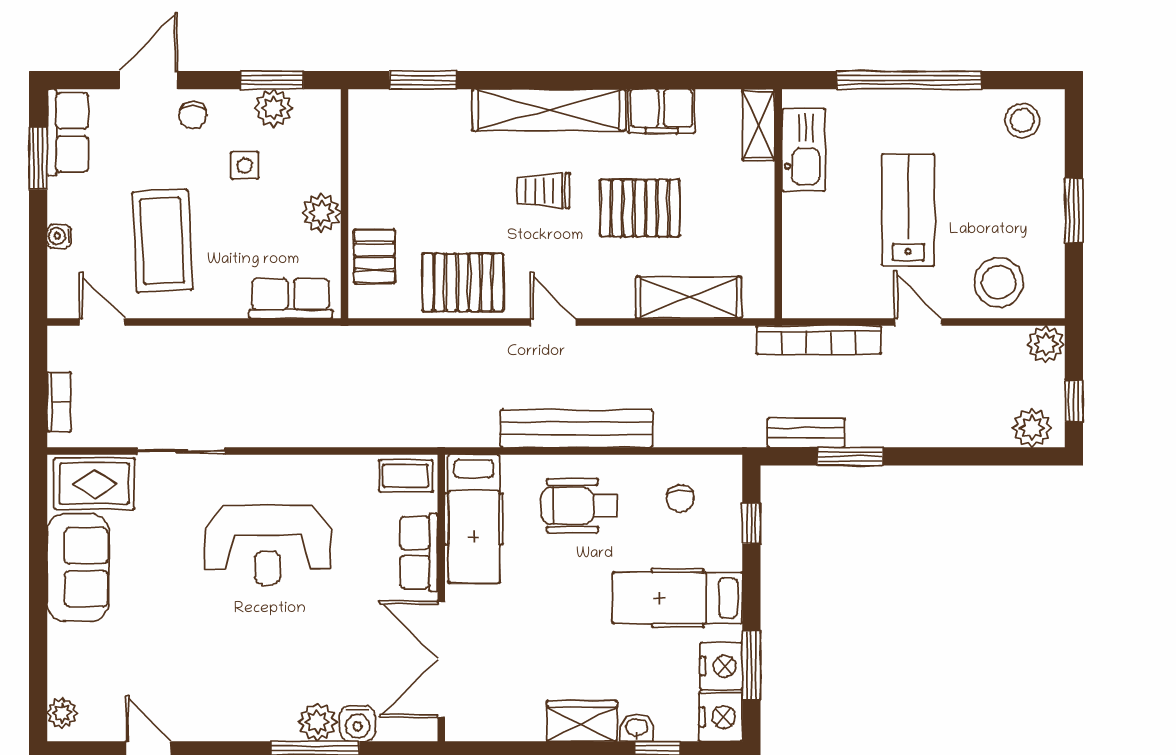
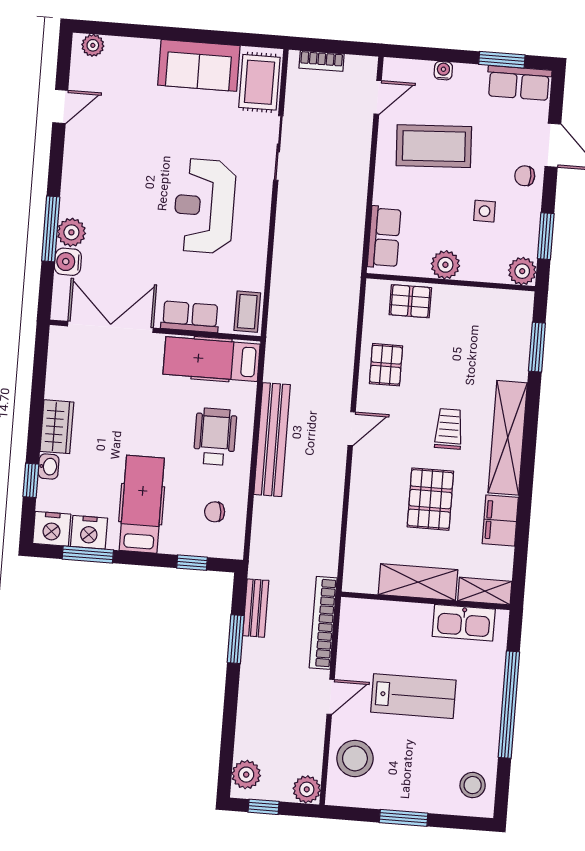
plant: (274, 108) -> (522, 271), moved
pallet: (463, 282) -> (386, 365), width x0.67, depth x0.71
shelving: (689, 297) -> (418, 582), moved, turned 90

